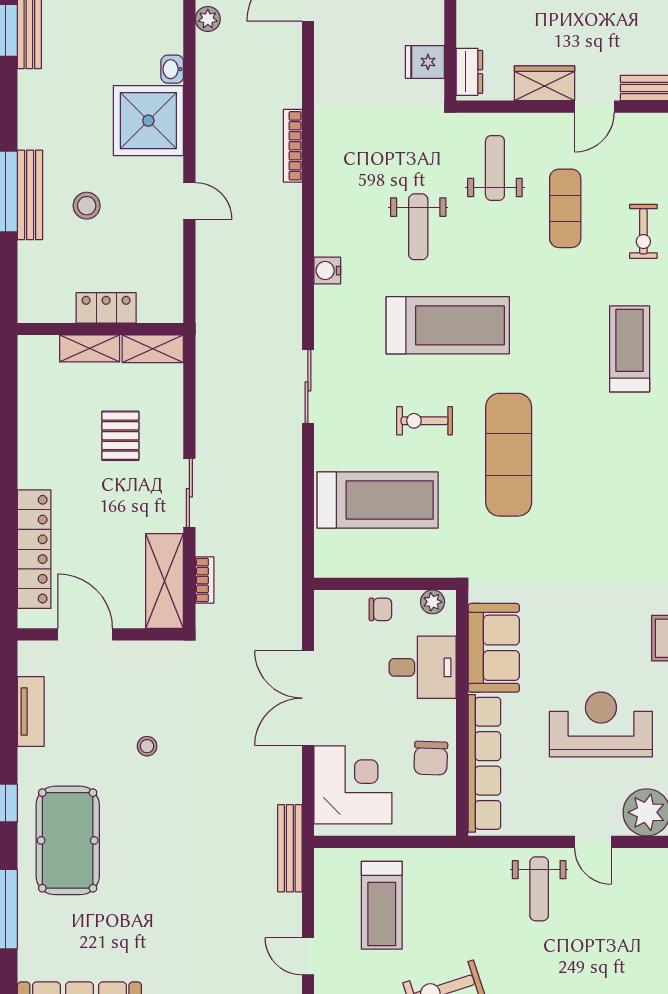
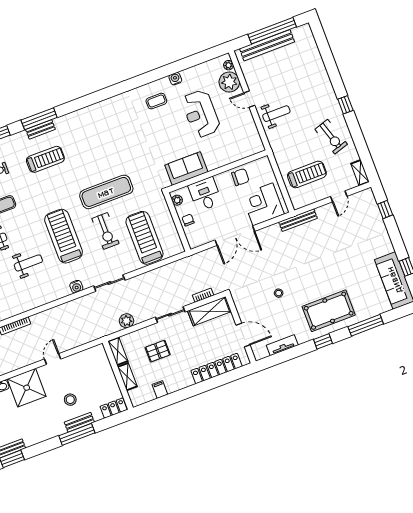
bench: (30, 195) -> (79, 422), width x0.73
water cooler: (327, 271) -> (76, 287), moved
locker: (106, 308) -> (114, 408), moved, turned 90
treadmill: (630, 349) -> (45, 159), turned 180
plant: (212, 393) -> (127, 321), added
filing cabinet: (35, 409) -> (160, 389), added
exercise bike: (425, 421) -> (105, 231), width x1.38, depth x1.39
door: (85, 634) -> (243, 335), swing flipped
row of seats: (484, 763) -> (234, 155), removed
door: (593, 842) -> (249, 99), swing flipped

